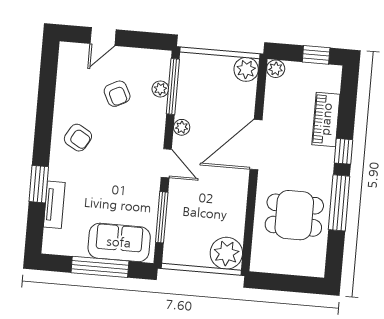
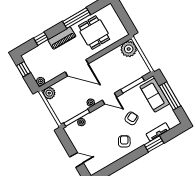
armchair: (117, 94) -> (132, 118), moved
piano: (326, 119) -> (62, 38), moved
window: (343, 151) -> (41, 39), moved
door: (166, 163) -> (110, 99), swing flipped

